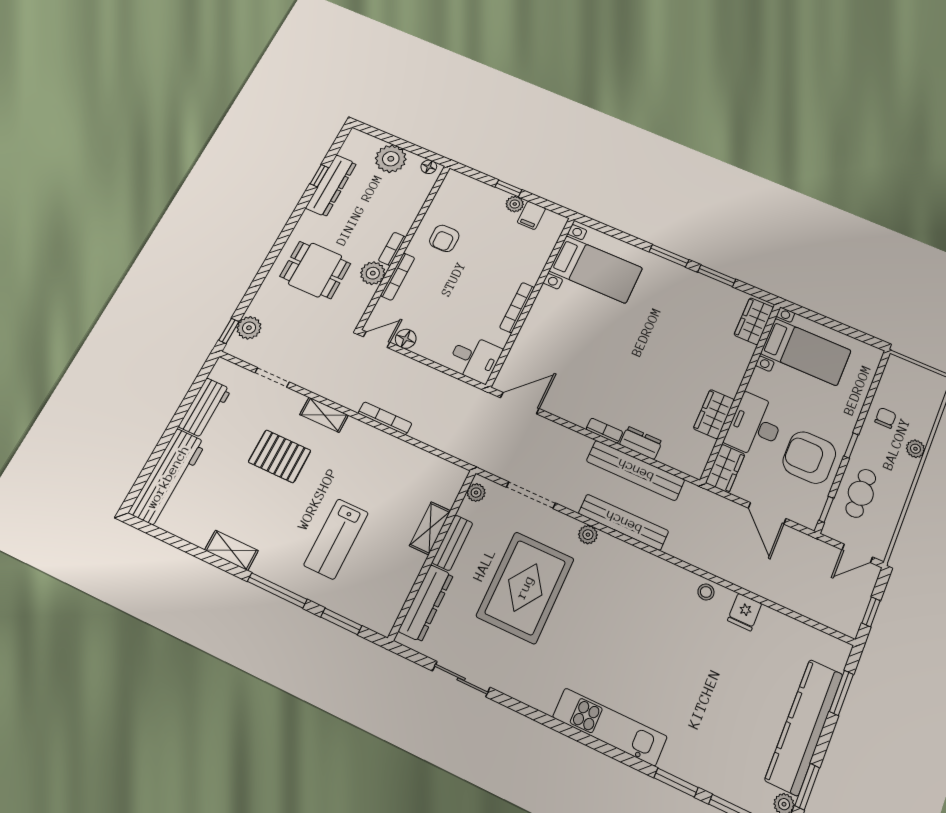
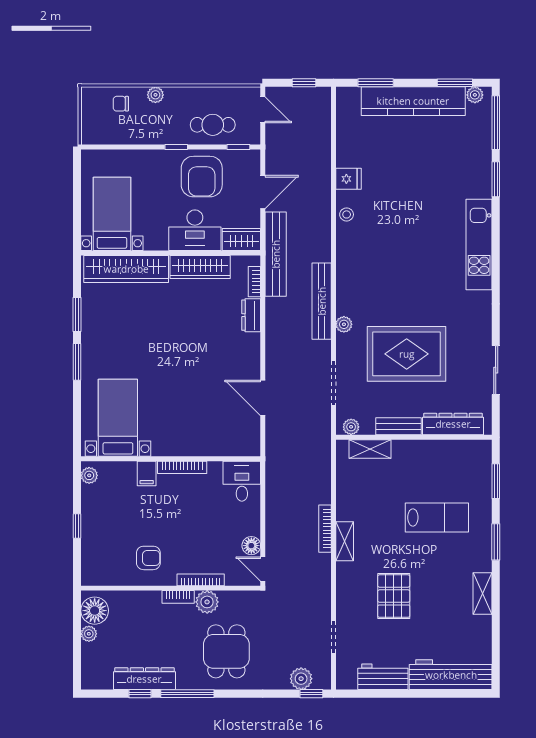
plant: (391, 159) -> (89, 634), width x0.53, depth x0.53
floor lamp: (429, 167) -> (95, 611), width x1.89, depth x1.89
plant: (515, 204) -> (89, 475), moved
filing cabinet: (531, 215) -> (147, 473), moved, turned 90
window: (295, 217) -> (187, 694), added
wardrobe: (754, 321) -> (126, 269), width x2.10, depth x1.17
door: (520, 403) -> (263, 398), moved
wardrobe: (714, 414) -> (200, 267), width x1.50
shelving: (324, 415) -> (345, 541), moved
chair: (886, 418) -> (121, 104), moved
bookcase: (604, 431) -> (254, 282), moved
bench: (635, 470) -> (276, 254), moved
shelving: (430, 528) -> (370, 449), moved
window: (277, 590) -> (496, 542), width x0.69

